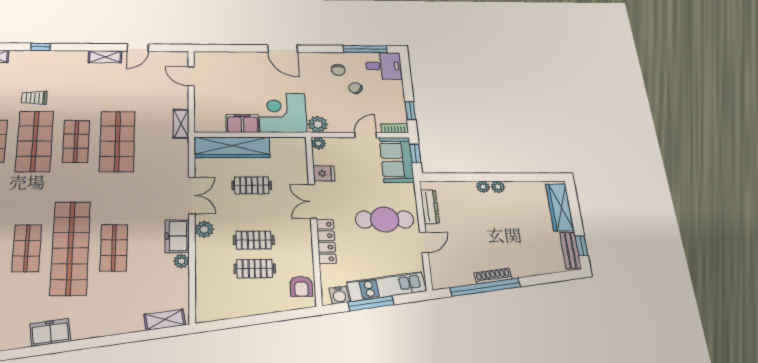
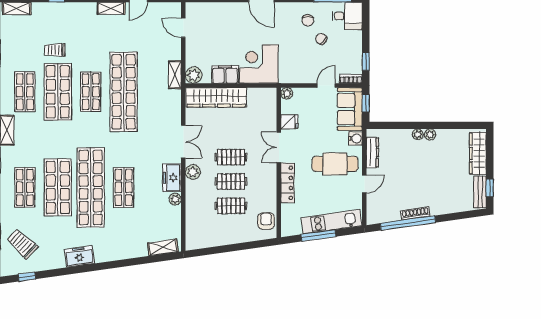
plant: (318, 124) -> (194, 75), moved
shop shelf: (117, 141) -> (124, 92), width x1.40
clothes rail: (252, 185) -> (231, 157), moved
shop shelf: (27, 248) -> (58, 187), width x1.43, depth x1.36
armchair: (301, 286) -> (266, 221), turned 180
water cooler: (339, 295) -> (355, 138), moved, turned -82

